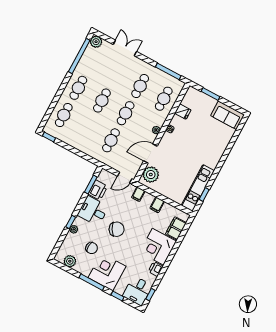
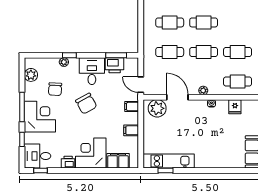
cafe table: (87, 128) -> (170, 22), added

